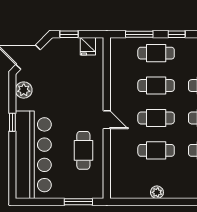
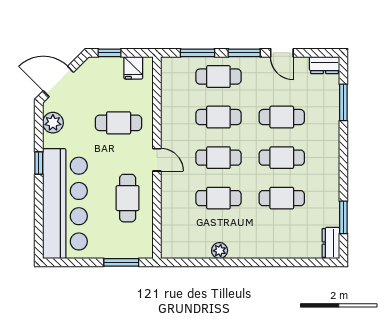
window: (177, 34) -> (244, 53), width x1.50
cafe table: (76, 90) -> (119, 123), added

